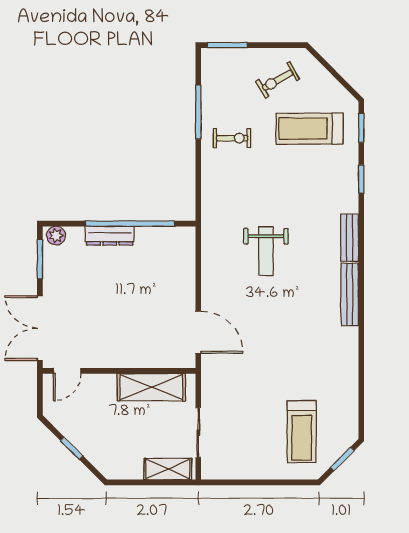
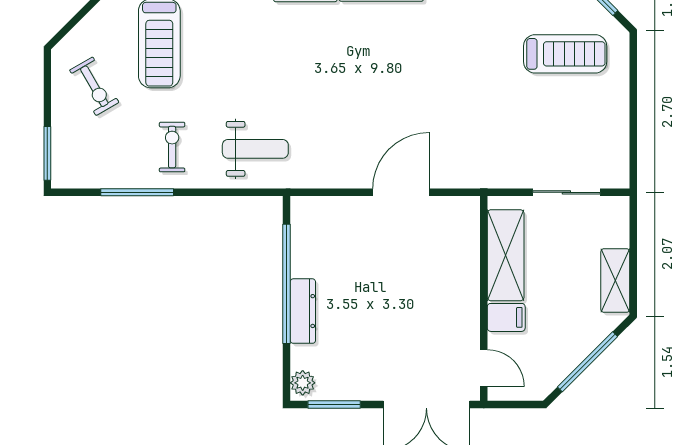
weight bench: (266, 251) -> (255, 149), moved
door: (198, 332) -> (401, 192), moved
filing cabinet: (105, 388) -> (506, 317), added
window: (72, 448) -> (587, 362), width x2.17
shelving: (168, 469) -> (615, 281), moved

